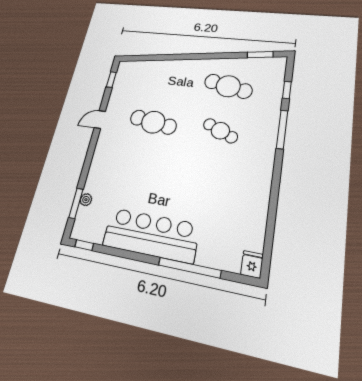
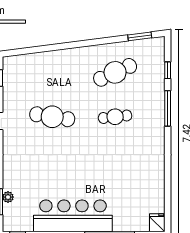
cafe table: (228, 86) -> (115, 72), turned -36
cafe table: (220, 131) -> (115, 117), turned -30

